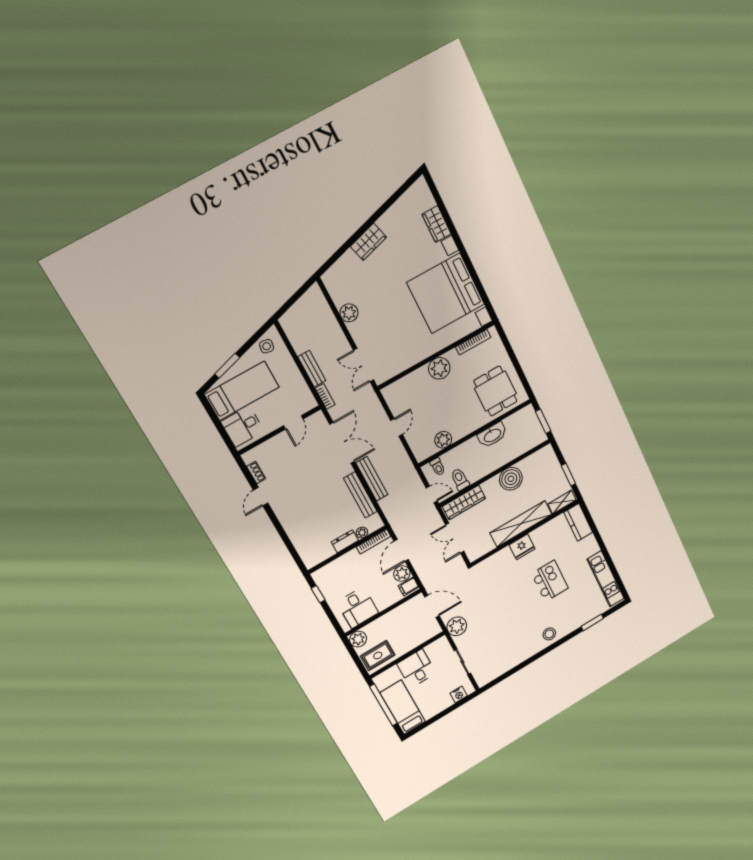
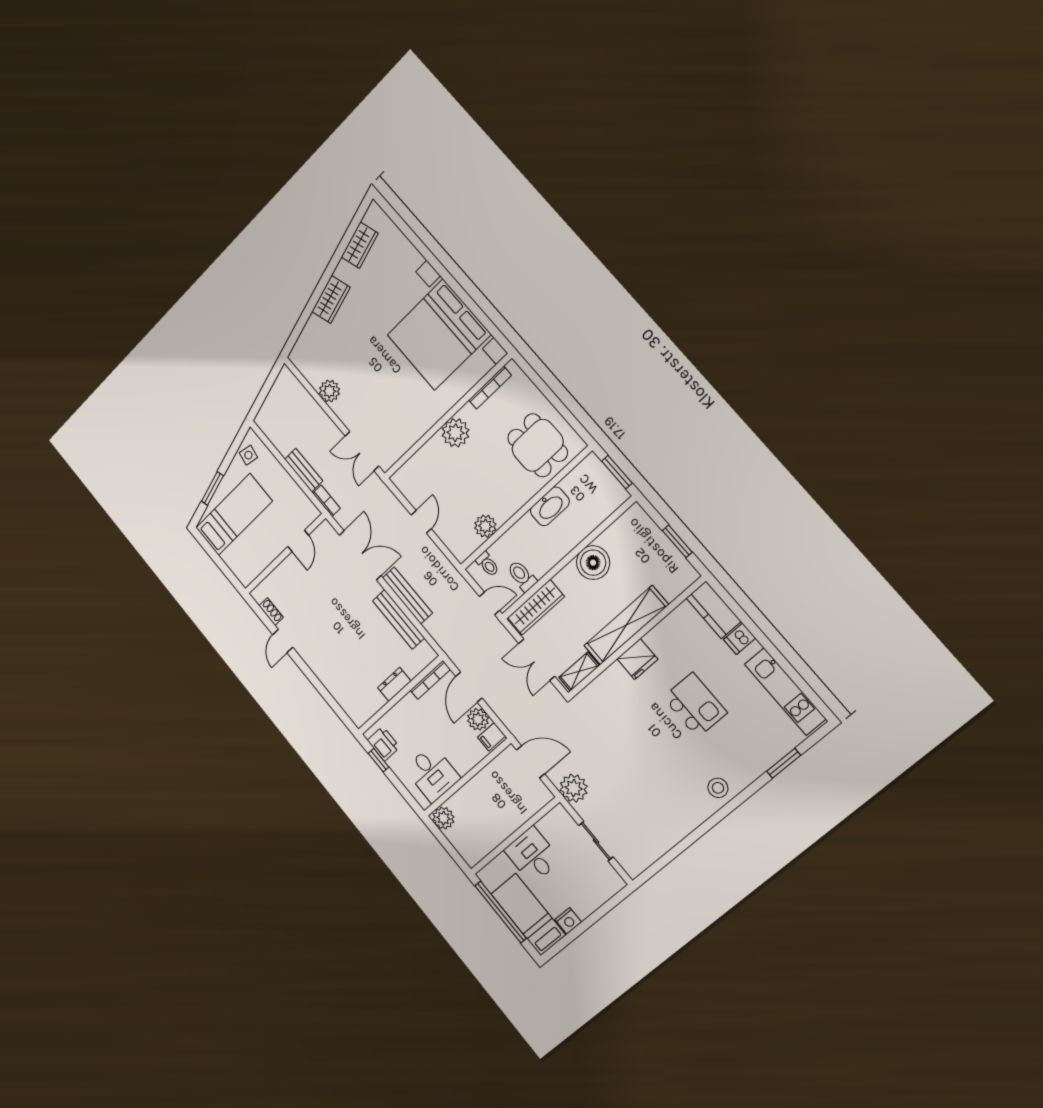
wardrobe: (437, 224) -> (360, 245), moved, turned -106
desk: (242, 426) -> (244, 558), removed
shelving: (562, 502) -> (579, 671), moved
plant: (362, 533) -> (413, 670), removed
dishwasher: (589, 543) -> (740, 639), added
printer: (325, 583) -> (383, 744), added
rug: (378, 655) -> (475, 840), removed
nightstand: (459, 695) -> (568, 921), moved

